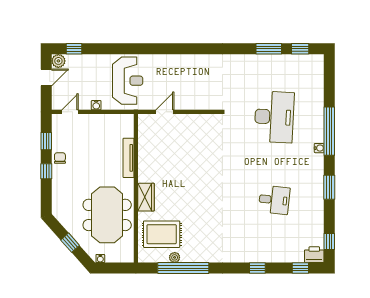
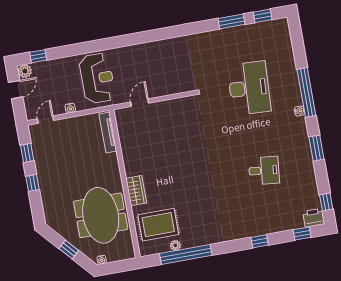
chair: (60, 158) -> (44, 167), removed
tv unit: (129, 158) -> (108, 132), moved

